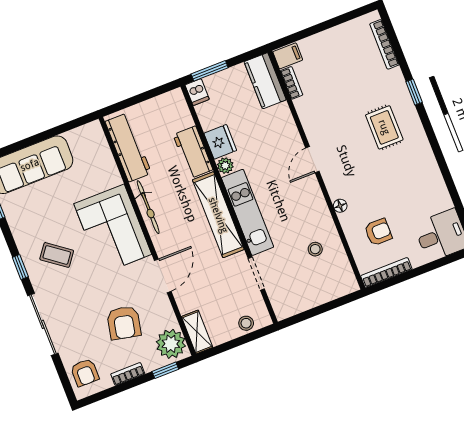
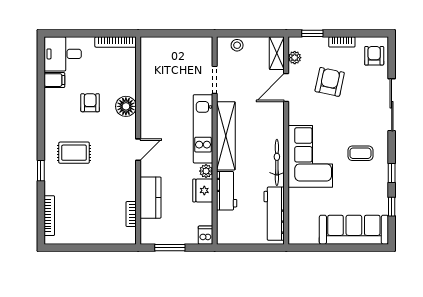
filing cabinet: (288, 56) -> (54, 80), moved, turned 180
window: (210, 71) -> (170, 248), moved
kitchen counter: (265, 81) -> (151, 198), moved
rug: (384, 127) -> (74, 153), turned 90
floor lamp: (340, 206) -> (126, 106), width x1.89, depth x1.89
armchair: (378, 232) -> (90, 103), moved, turned 90
stool: (315, 249) -> (163, 81), removed
coffee table: (57, 255) -> (360, 153), turned -37
window: (20, 267) -> (392, 173), moved
door: (163, 276) -> (286, 88), moved
plant: (171, 344) -> (295, 58), width x0.53, depth x0.53

